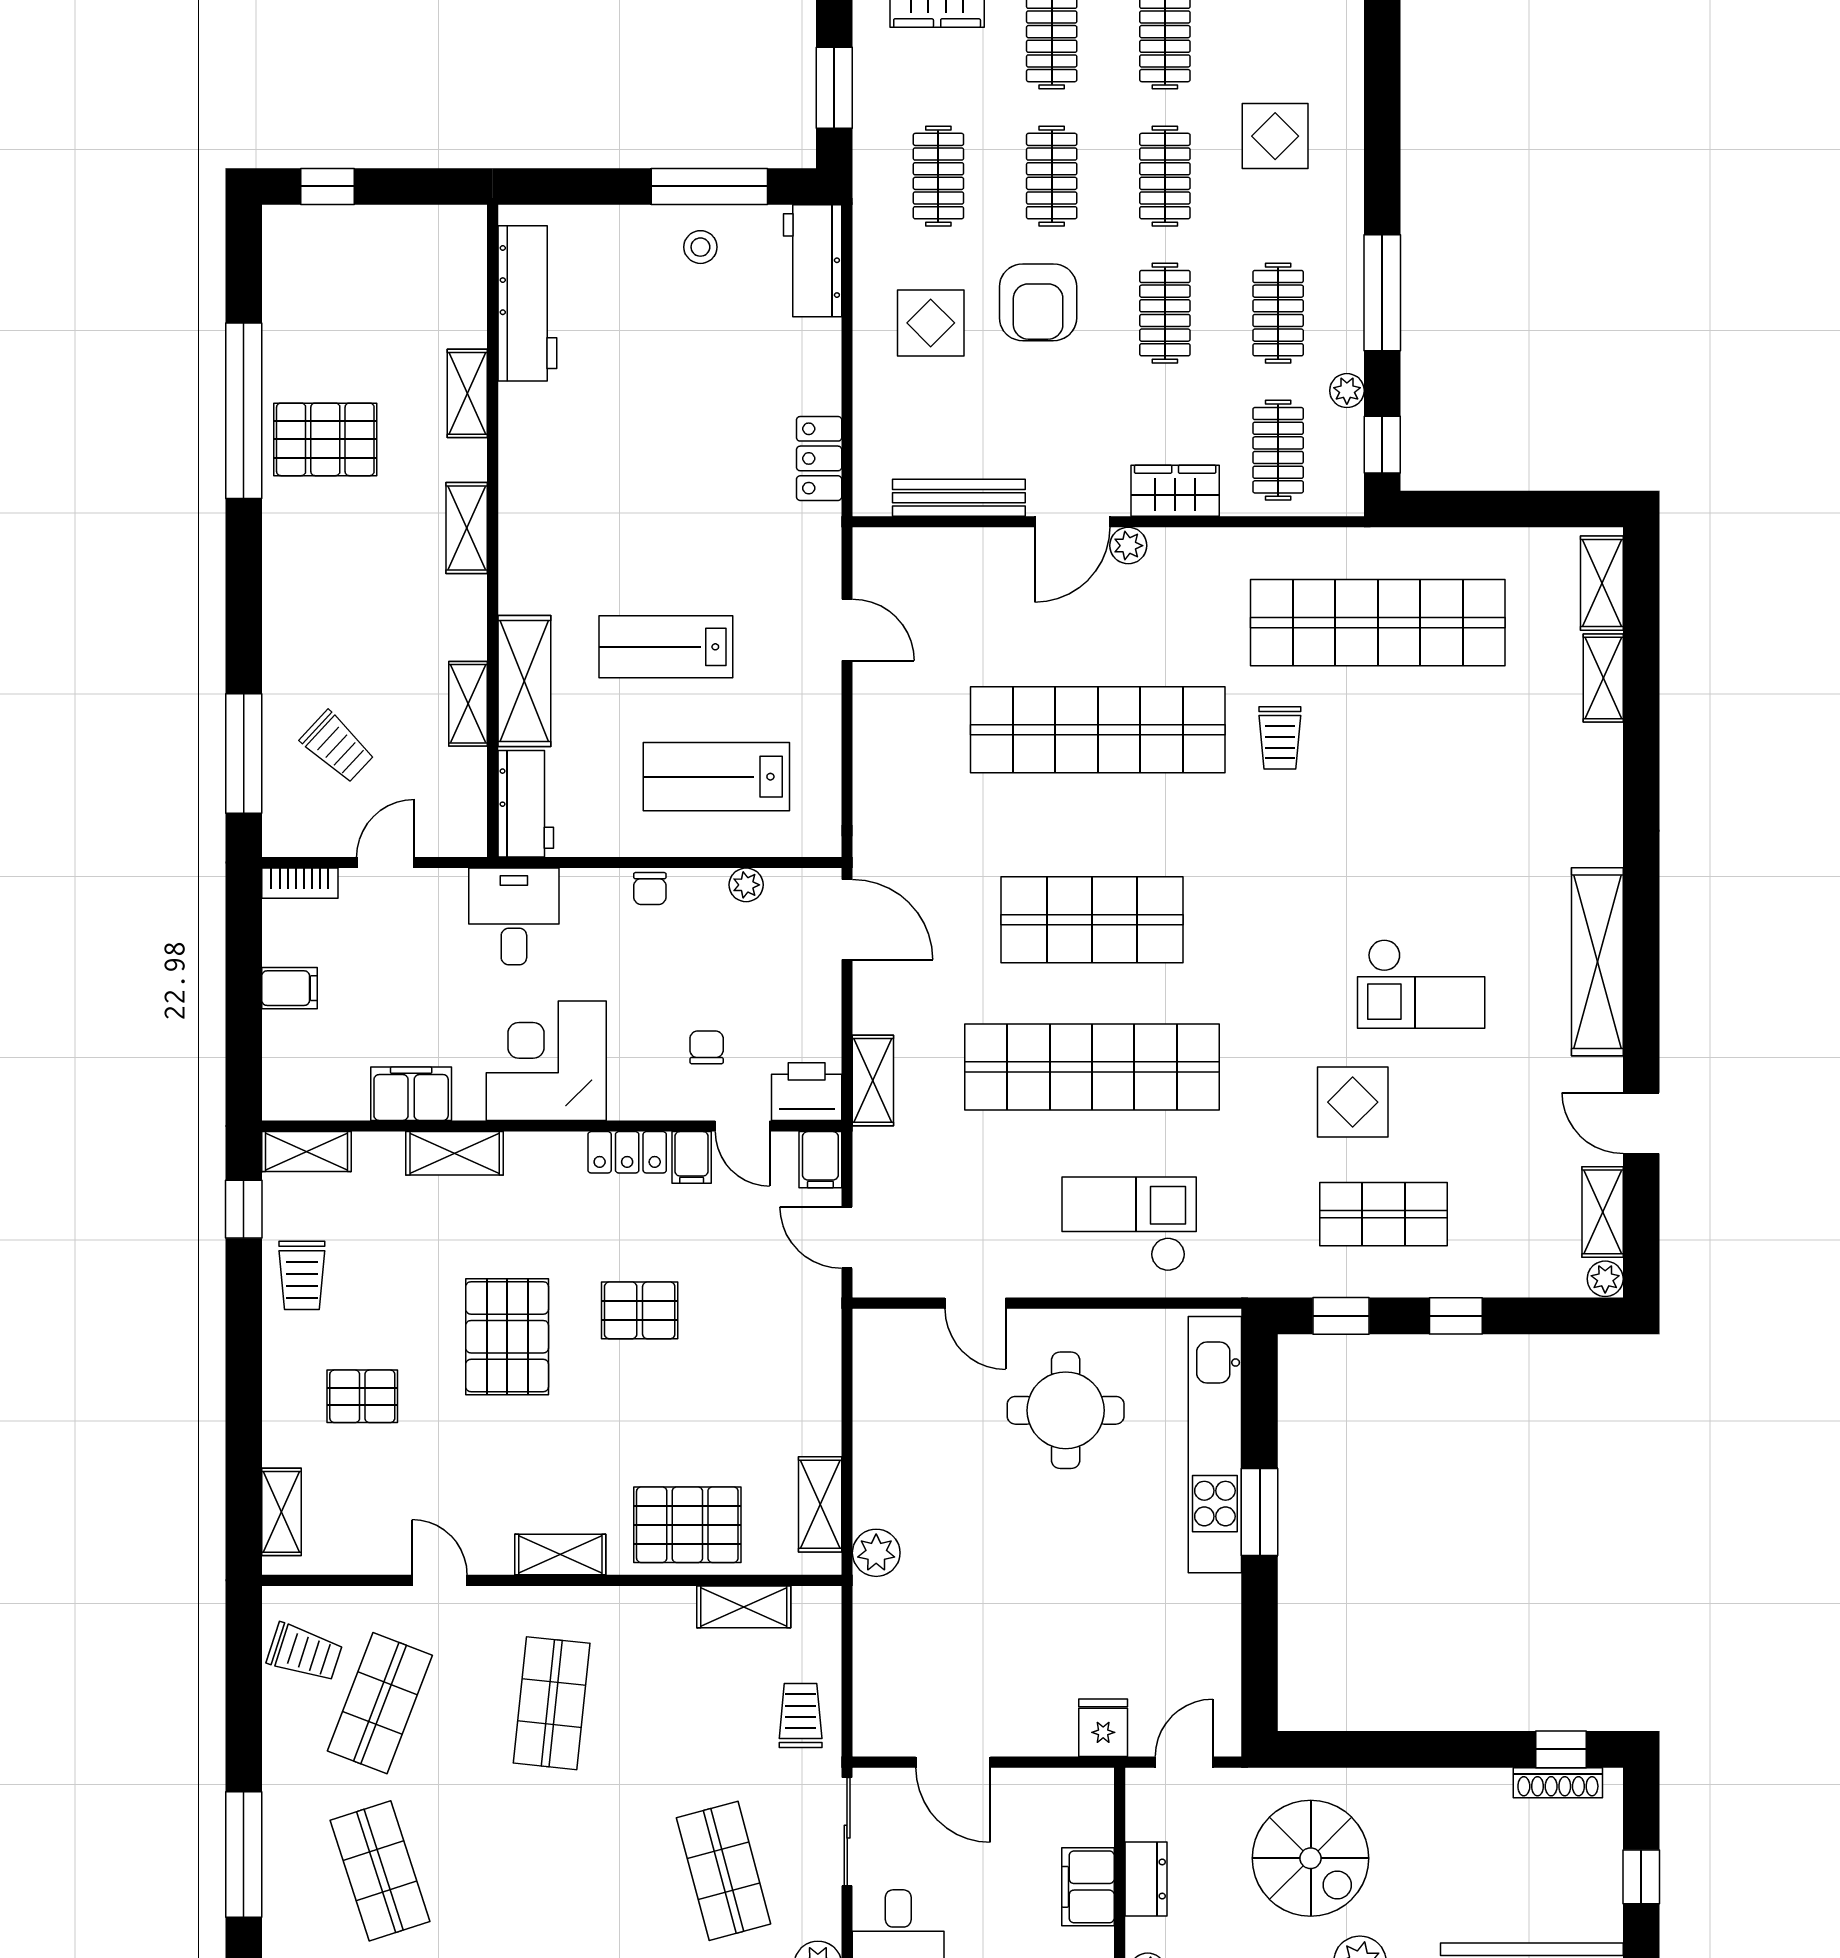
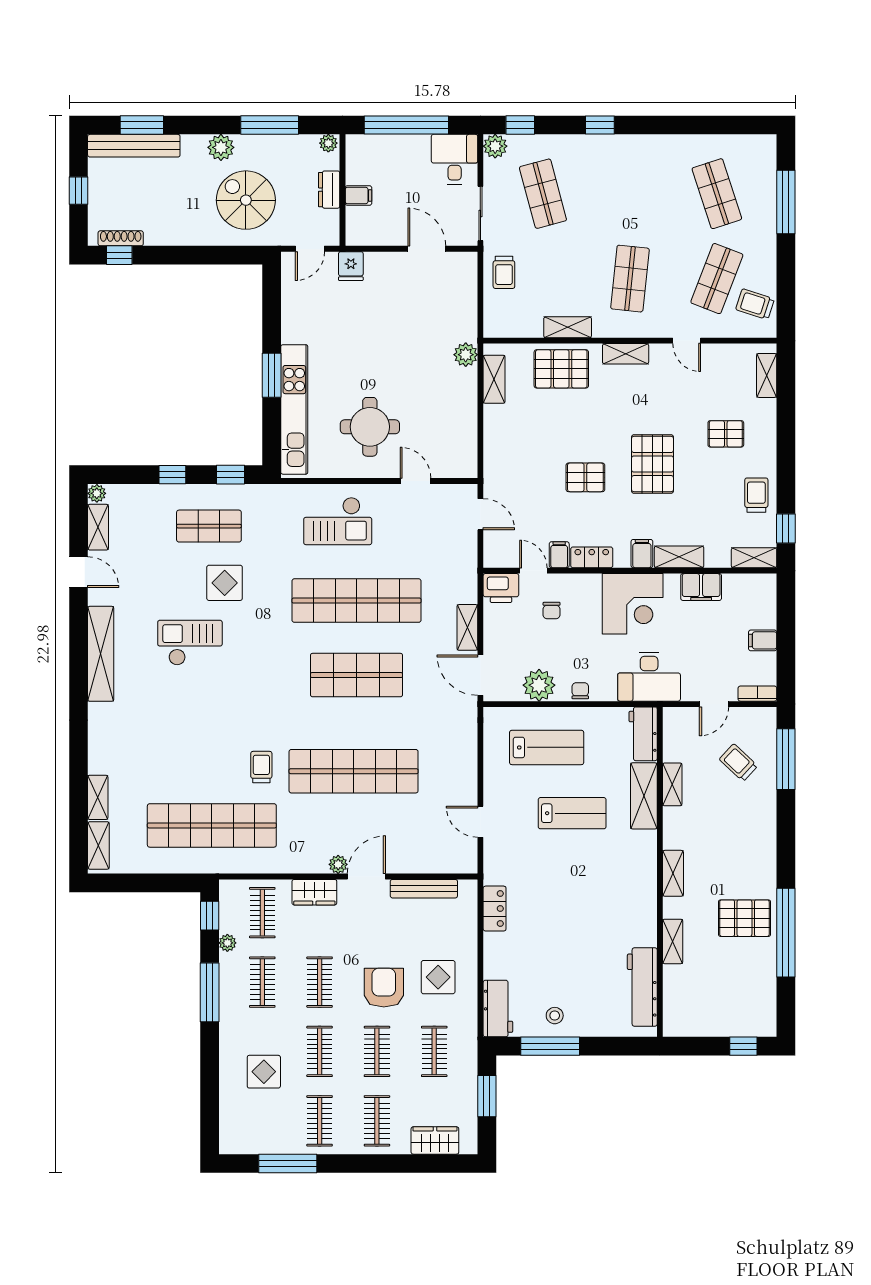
plant: (746, 885) -> (539, 685), width x1.87, depth x1.87
desk: (514, 916) -> (649, 677), width x1.37
shelving: (873, 1080) -> (467, 627), moved
filing cabinet: (820, 1160) -> (642, 554), moved
shelving: (744, 1607) -> (568, 327), moved
filing cabinet: (1088, 1887) -> (358, 196), width x0.50

